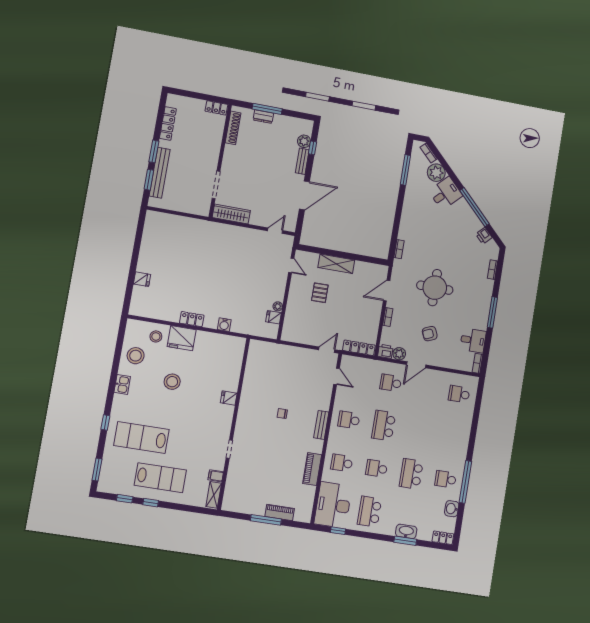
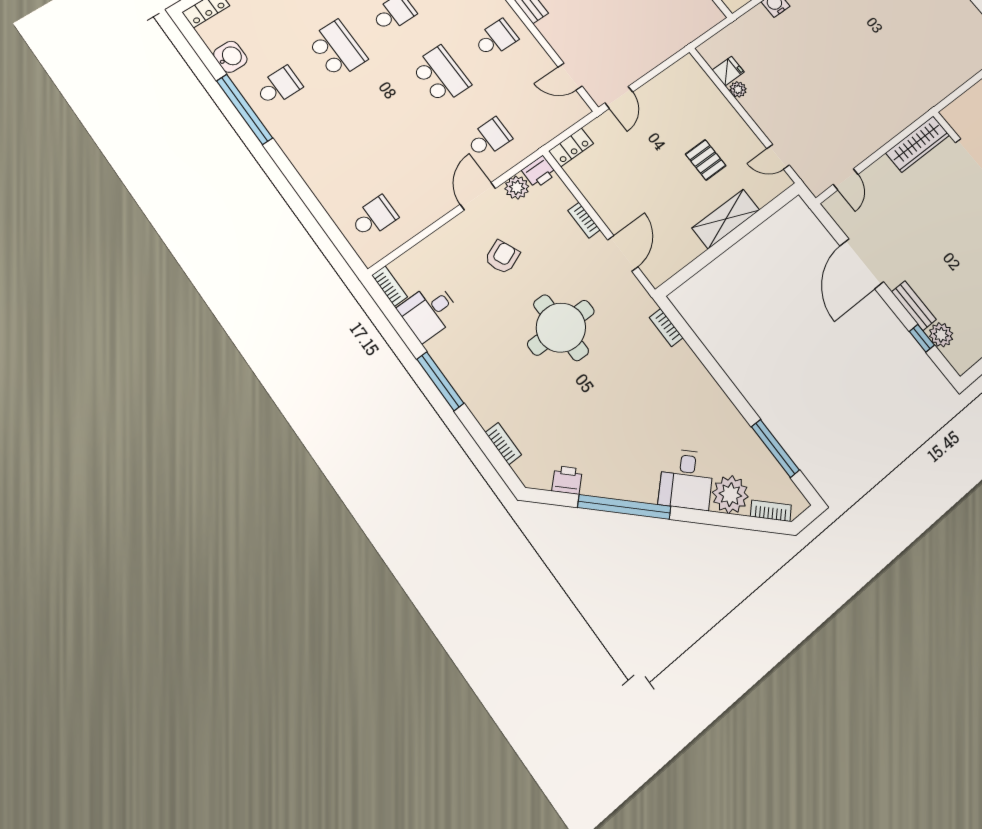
locker: (359, 348) -> (571, 147), width x0.66

